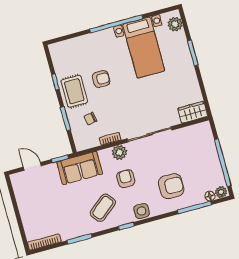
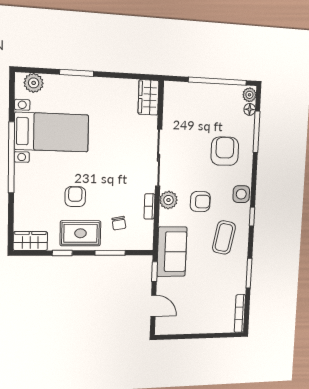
wardrobe: (58, 55) -> (30, 241), added
door: (32, 166) -> (153, 306), swing flipped
armchair: (126, 179) -> (200, 202), turned 180
coffee table: (103, 208) -> (224, 237), turned 50

